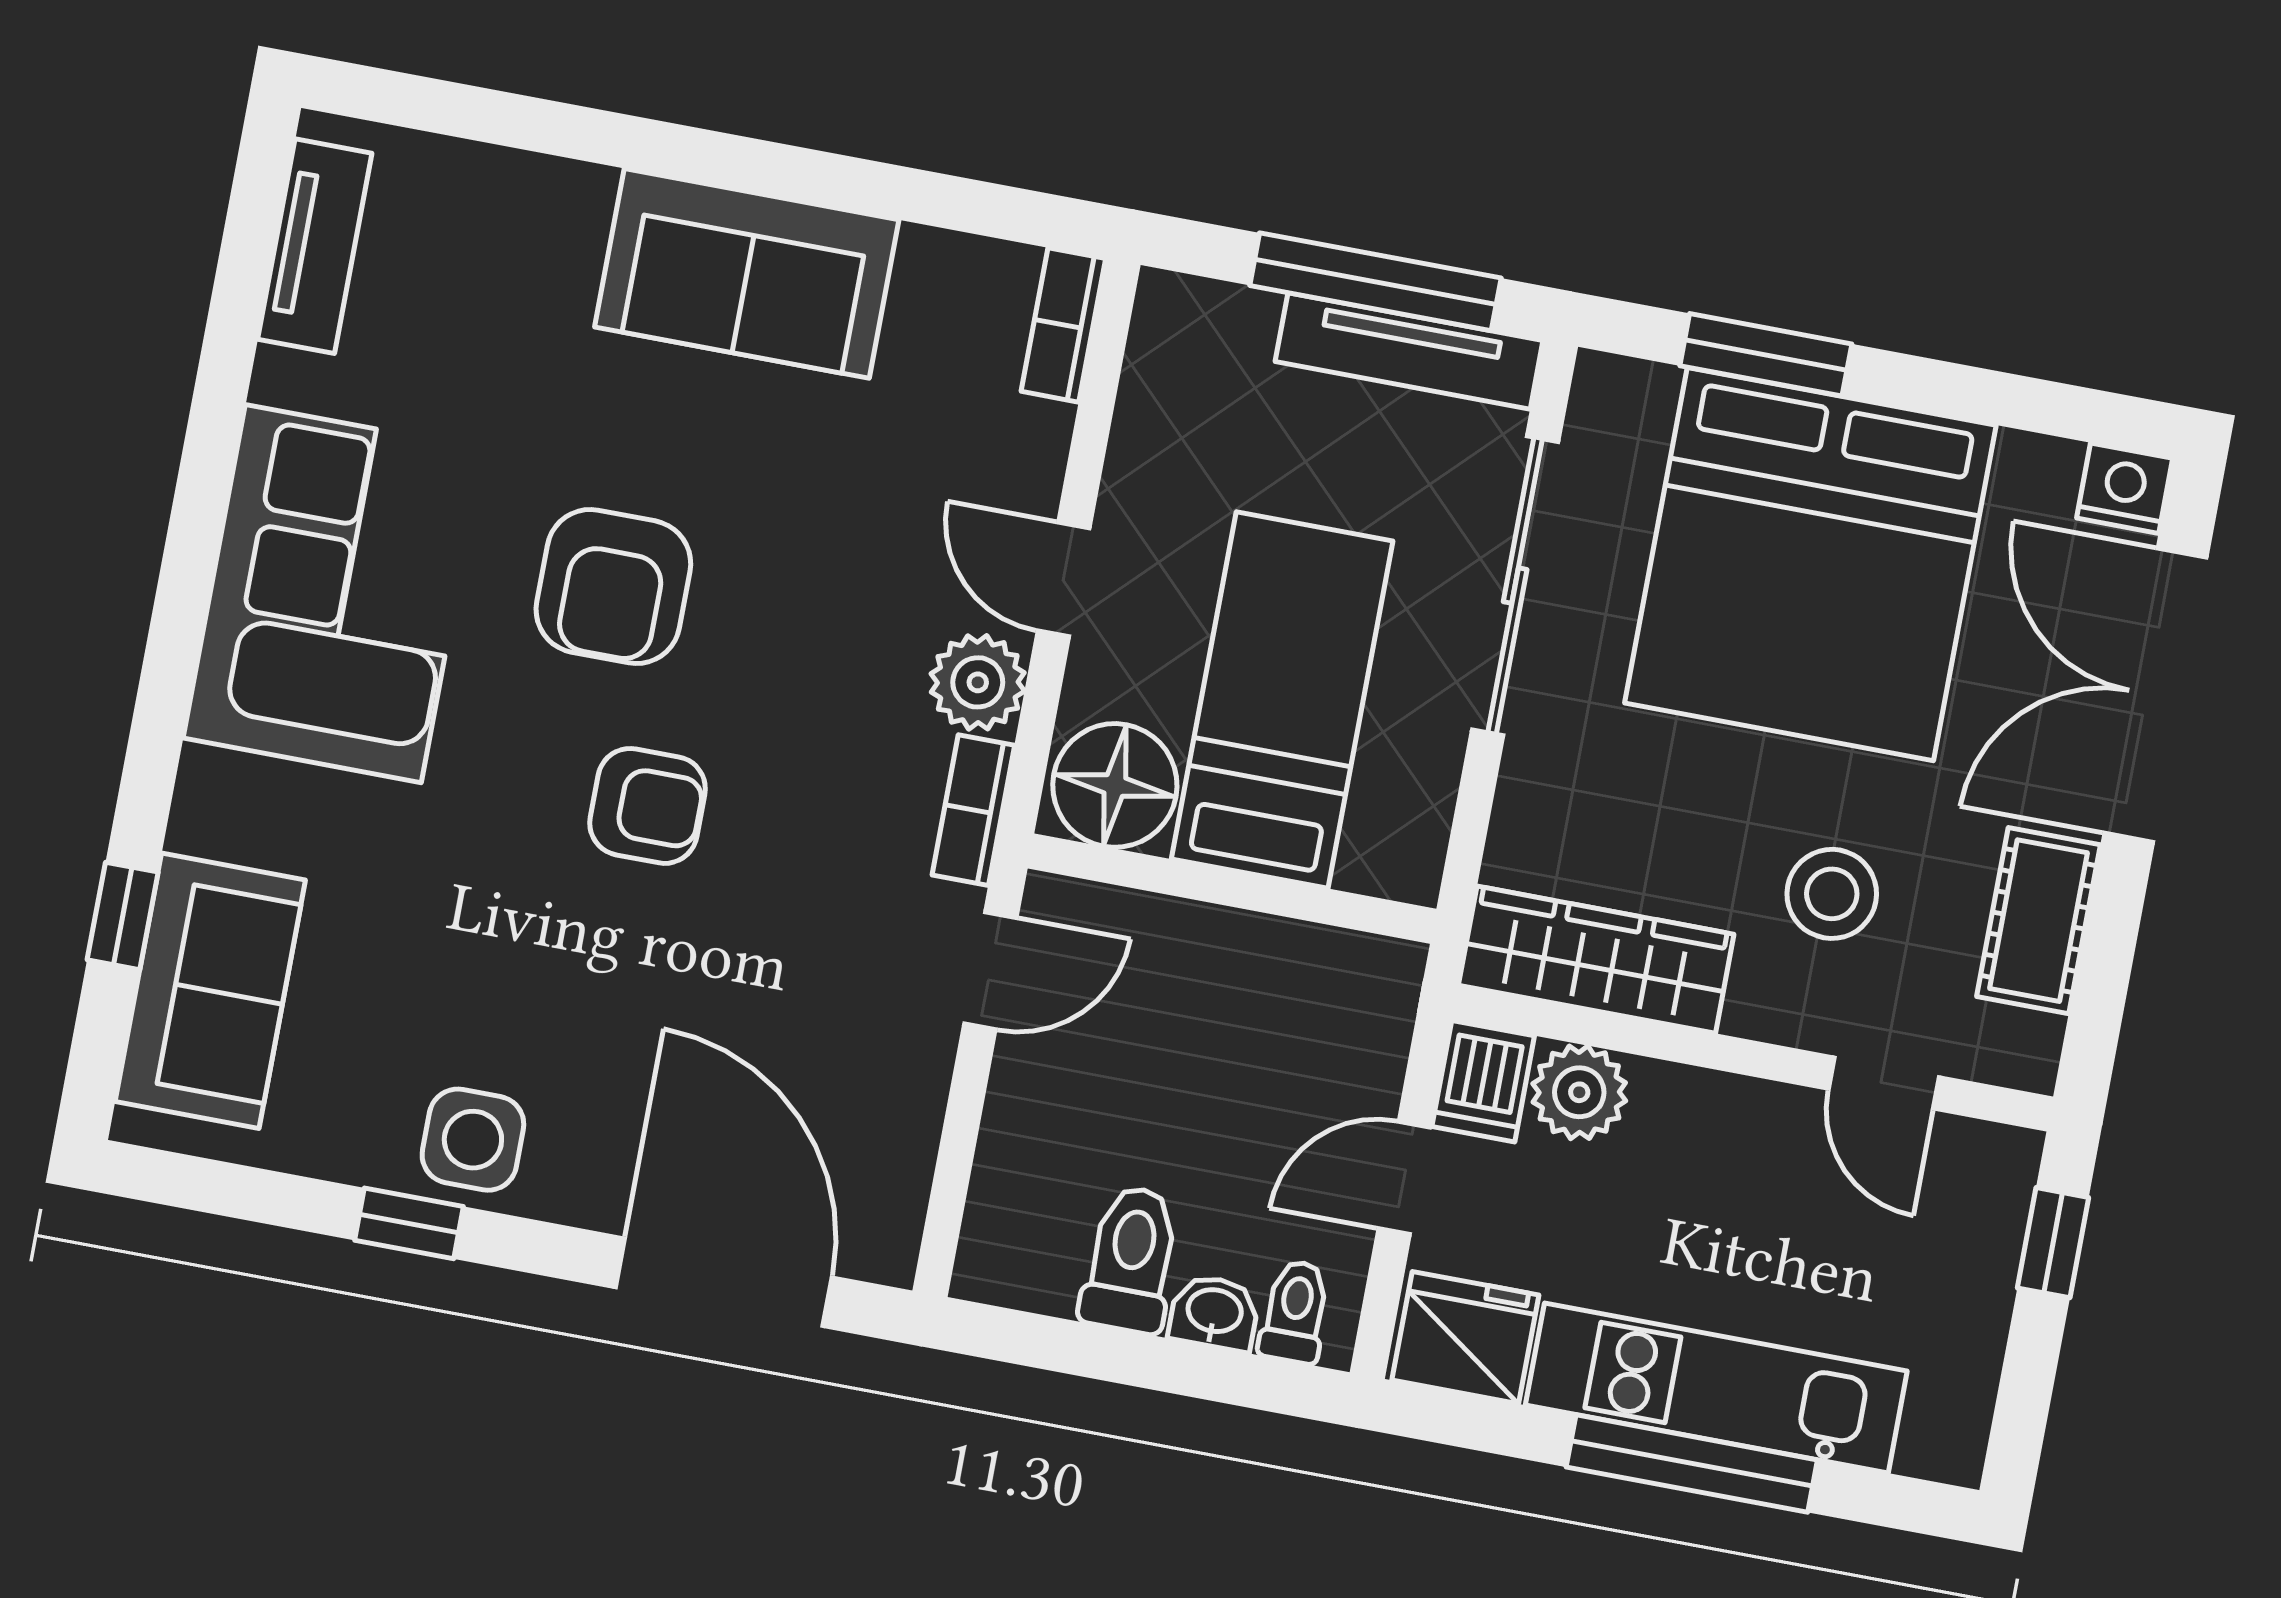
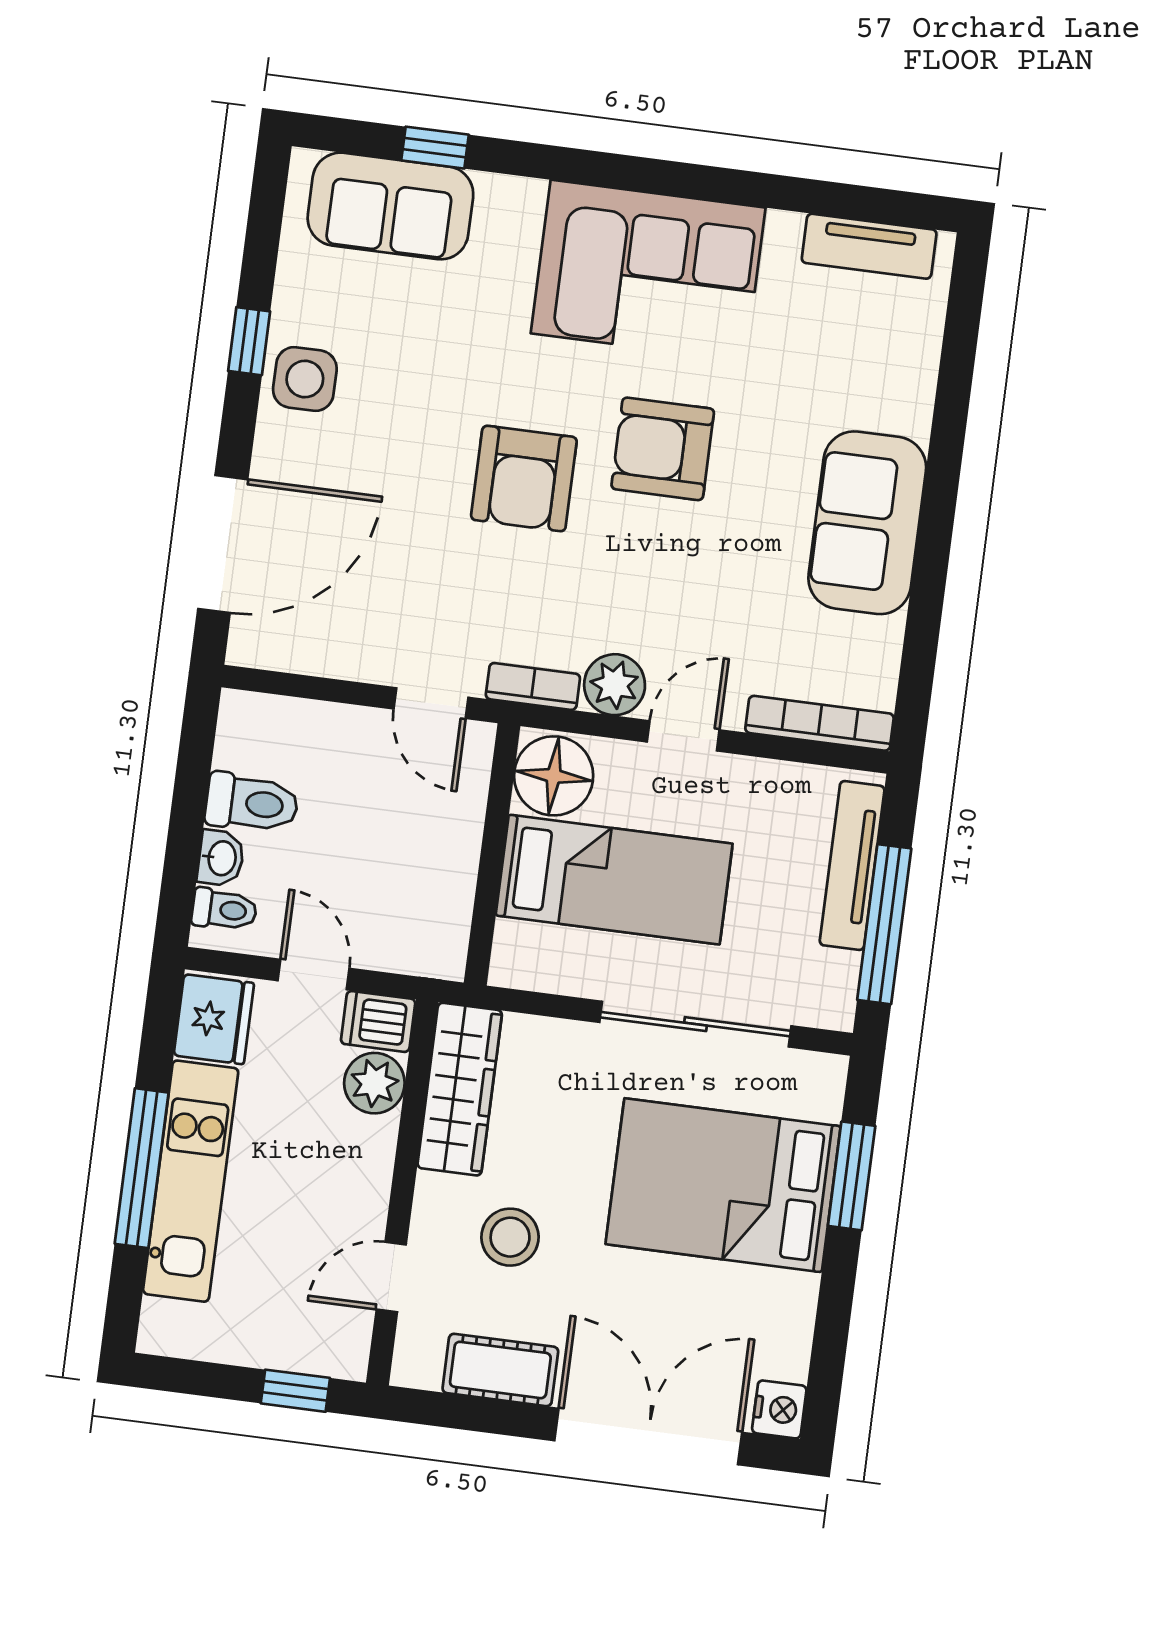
bookcase: (1063, 325) -> (820, 723), width x1.56
tv unit: (1409, 351) -> (852, 866), moved
bed: (1810, 564) -> (723, 1185), width x0.73
armchair: (648, 806) -> (524, 478), width x1.38, depth x1.38

